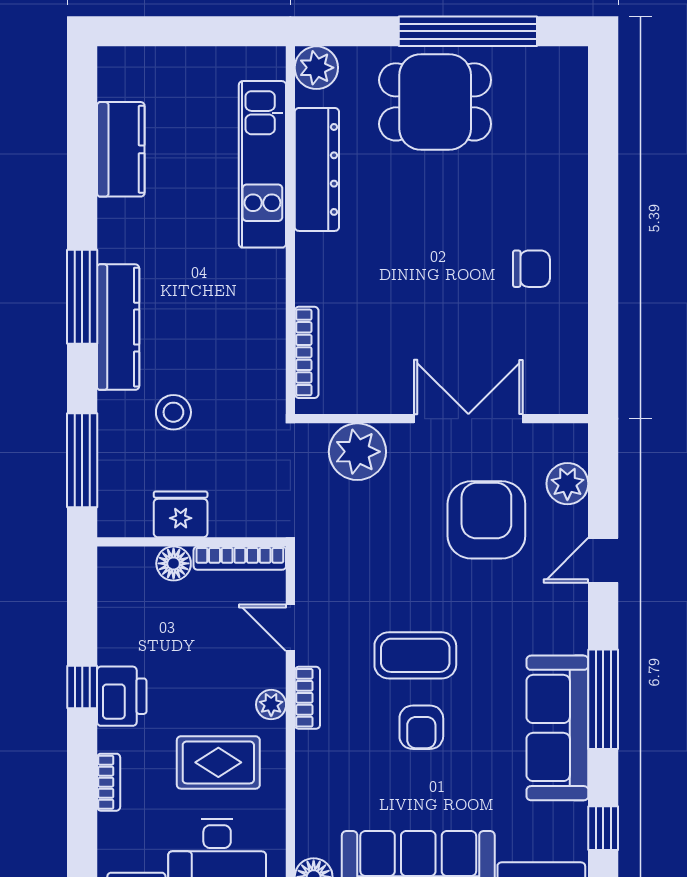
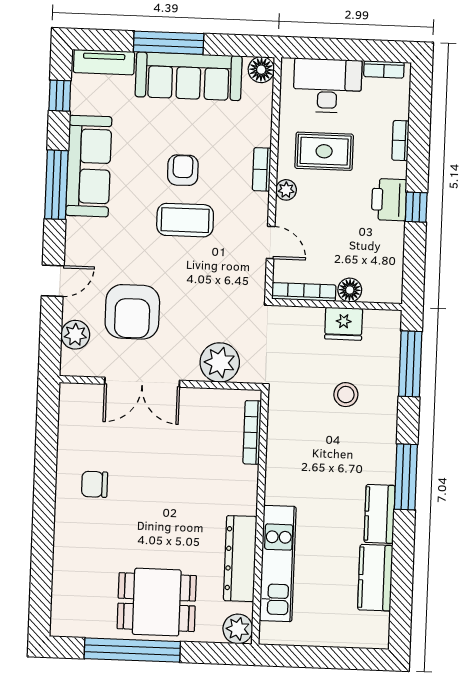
kitchen counter: (118, 327) -> (380, 514), moved, width x0.67
bookcase: (307, 698) -> (262, 169), moved

